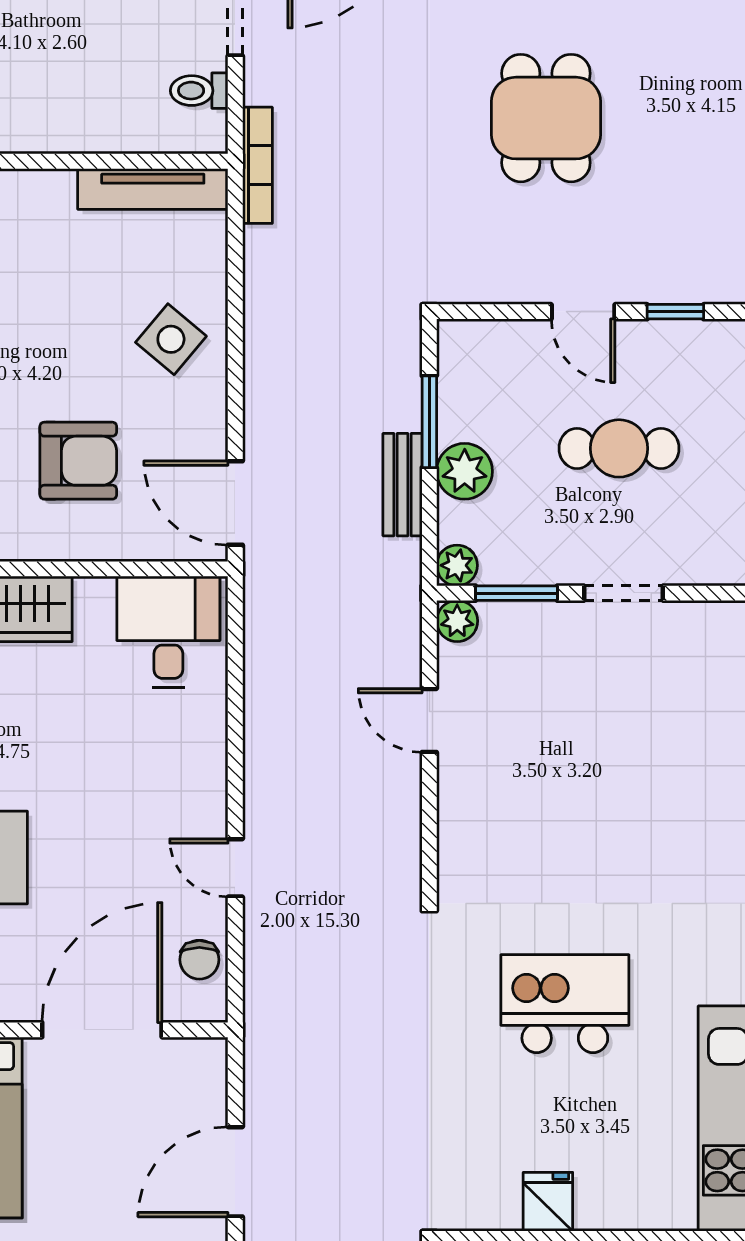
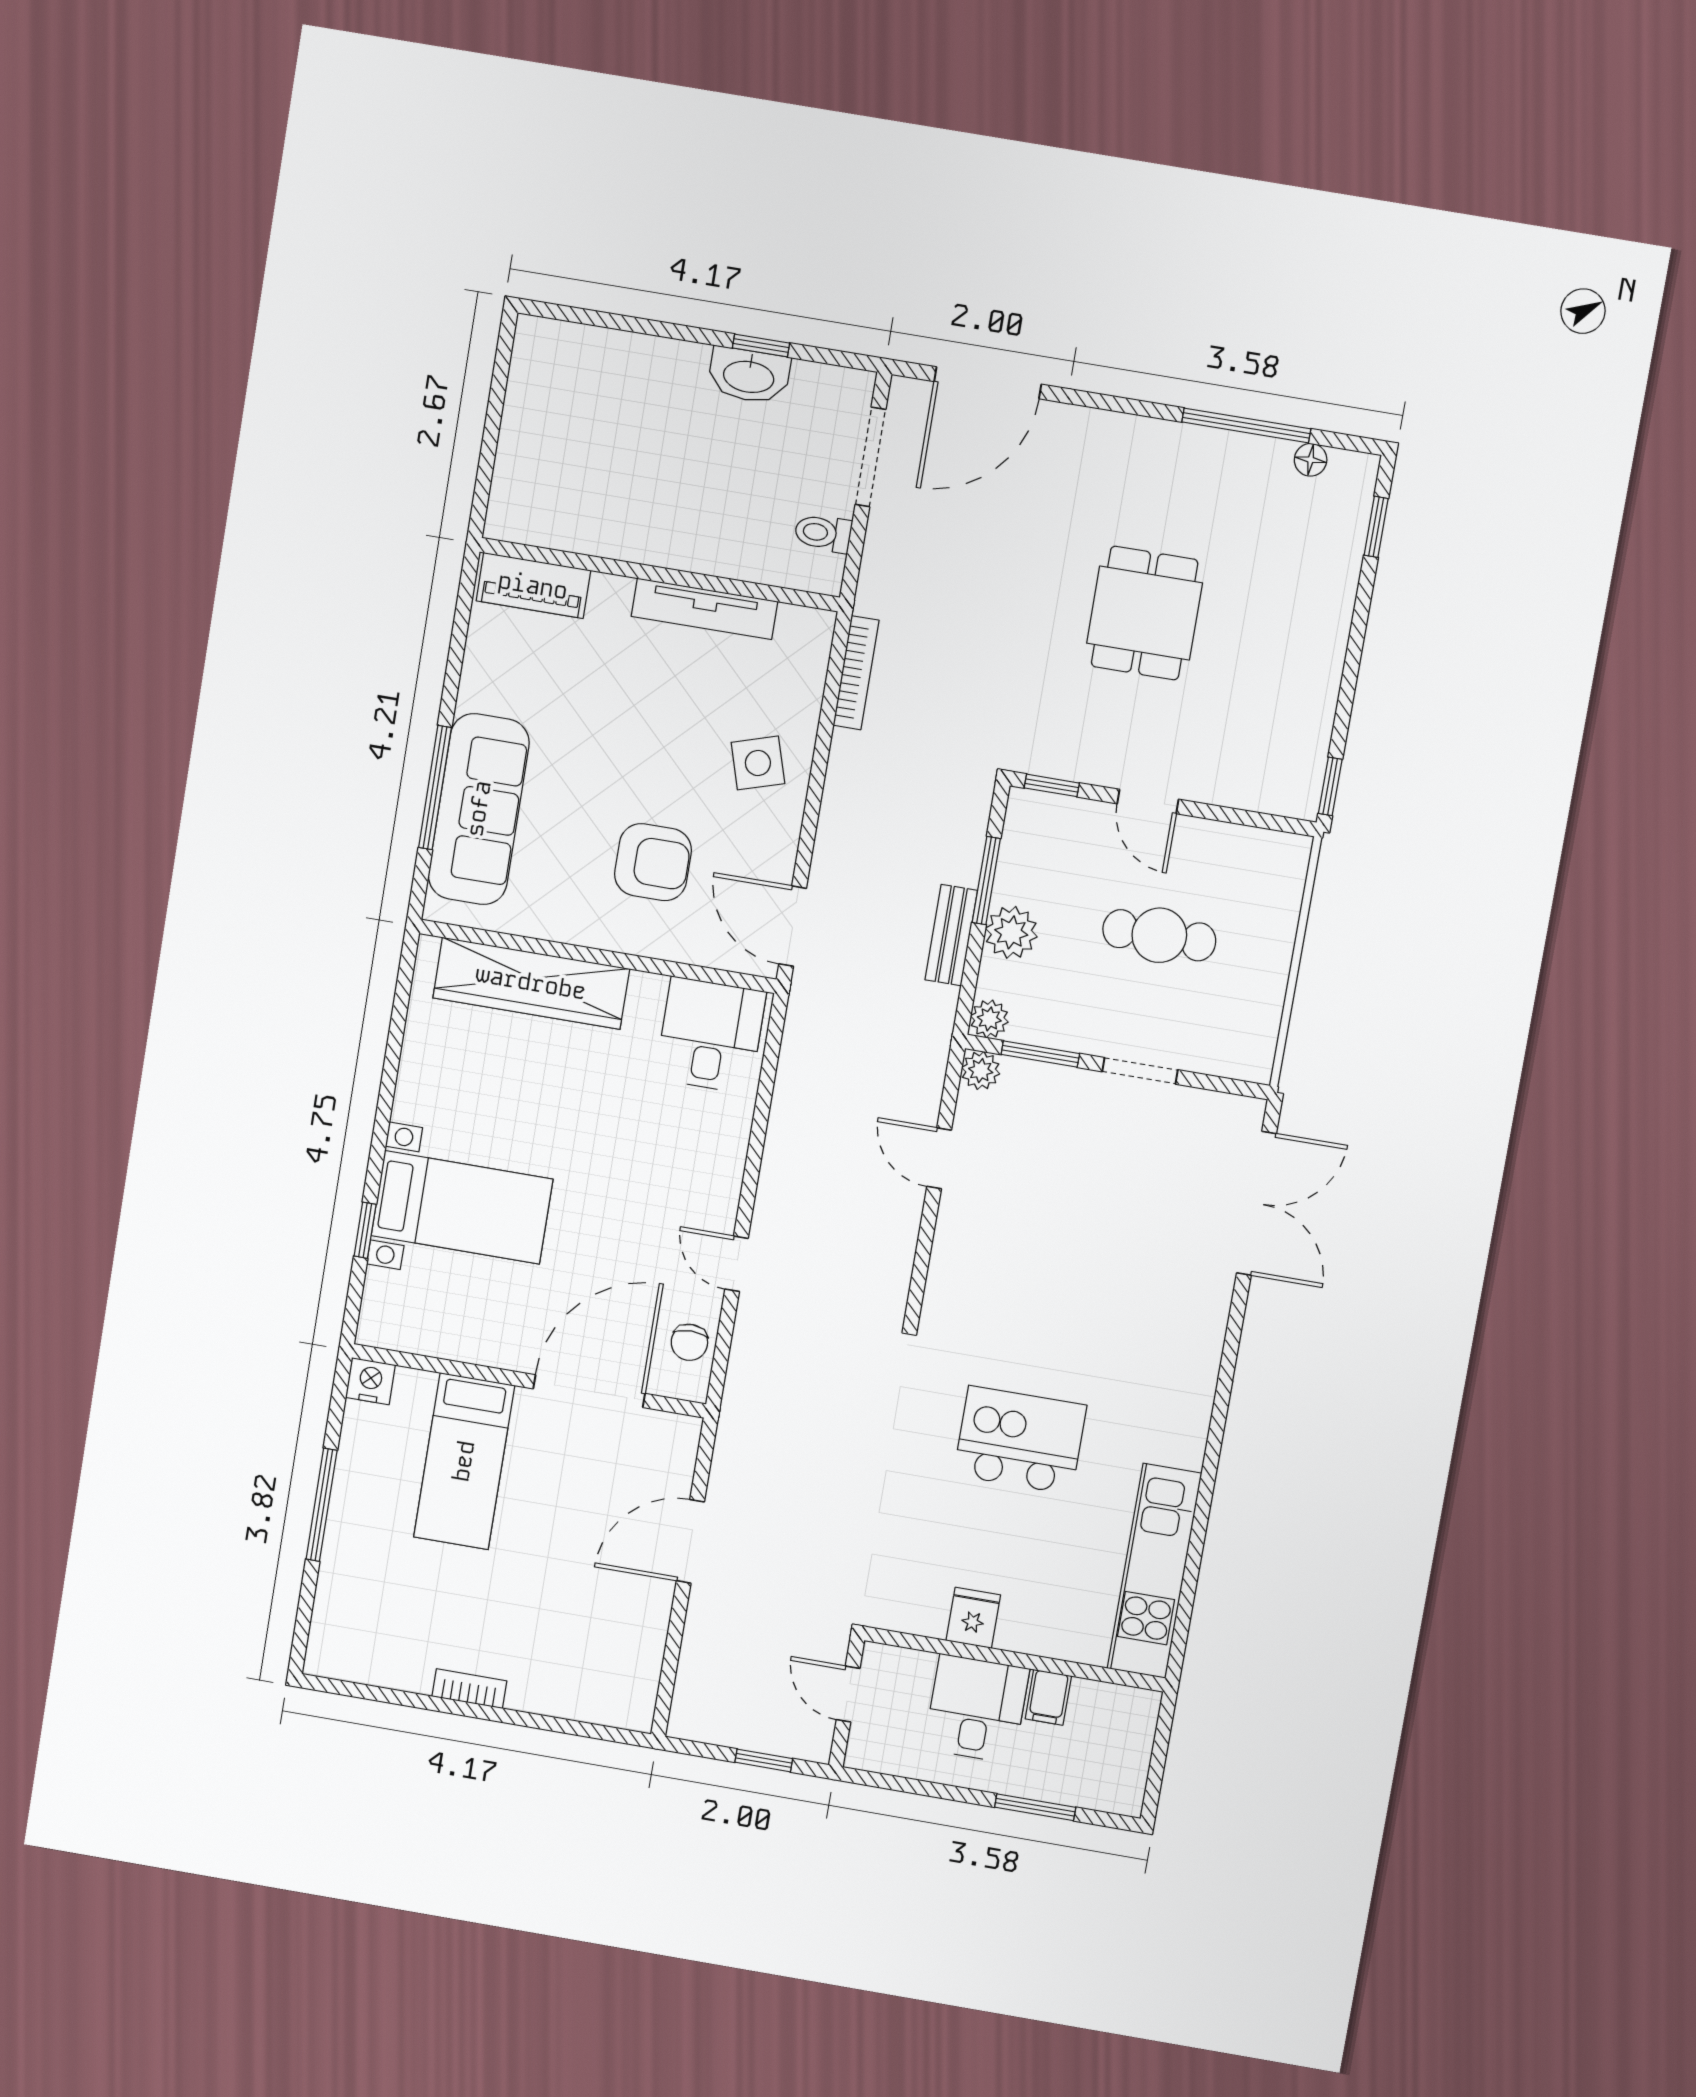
bookcase: (257, 165) -> (856, 673), moved
tv unit: (153, 189) -> (704, 609), moved
window: (675, 312) -> (1052, 785), moved
side table: (171, 339) -> (758, 763), turned 33

